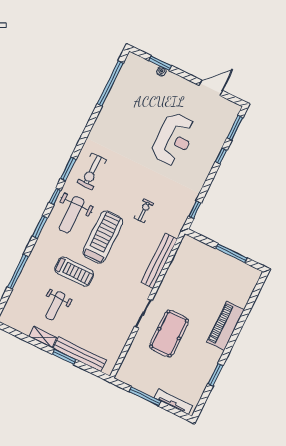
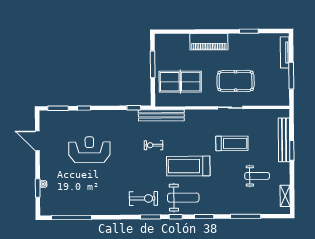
bench: (159, 261) -> (161, 115), moved
treadmill: (74, 272) -> (232, 143), moved, turned 90
table tennis table: (198, 274) -> (180, 82), added
shelving: (43, 337) -> (285, 196), moved

